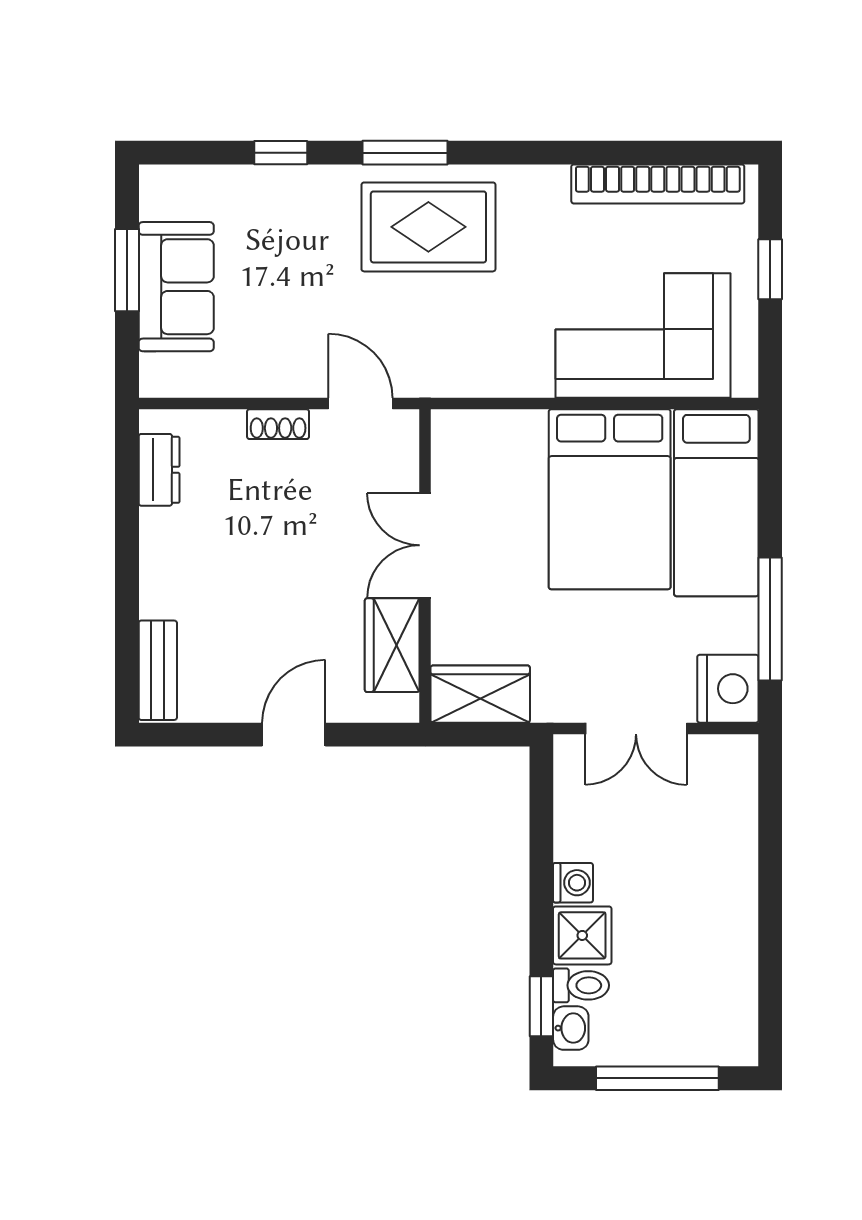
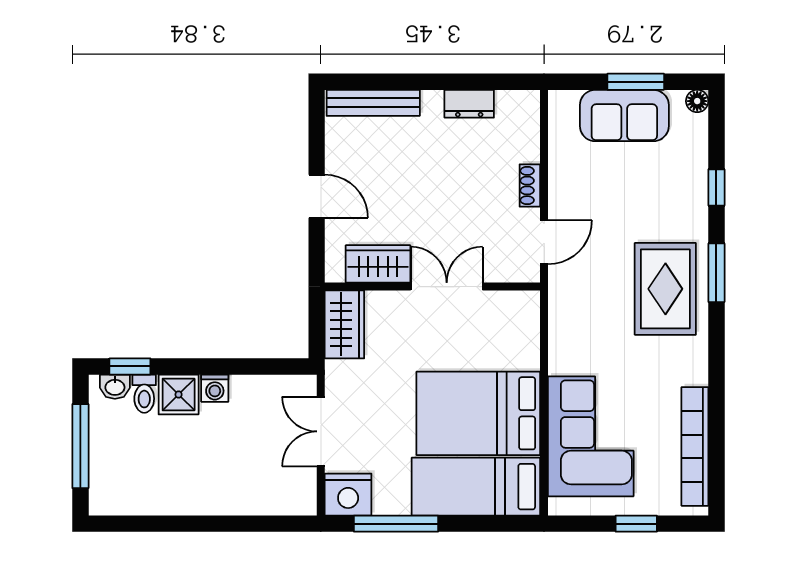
floor lamp: (155, 181) -> (697, 101), added
dresser: (159, 470) -> (469, 104), moved
bench: (158, 670) -> (373, 103), width x1.36

